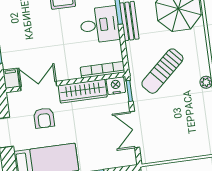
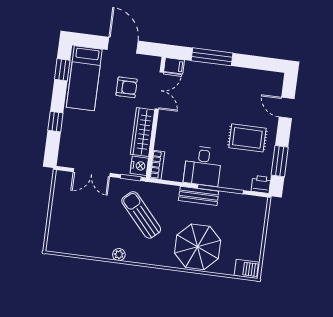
bookcase: (103, 70) -> (157, 165), width x0.64
armchair: (44, 118) -> (127, 87), turned 180
double door: (135, 129) -> (92, 173), swing flipped

